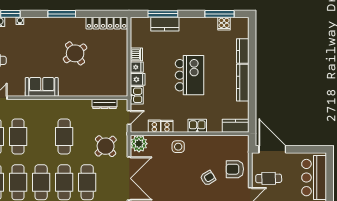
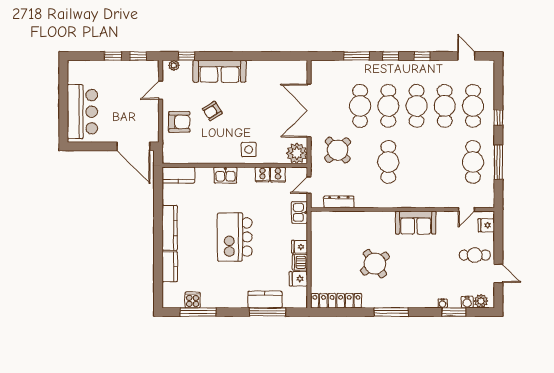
fridge: (138, 79) -> (298, 279), moved
cafe table: (18, 136) -> (445, 162), removed
cafe table: (269, 178) -> (138, 111), removed

